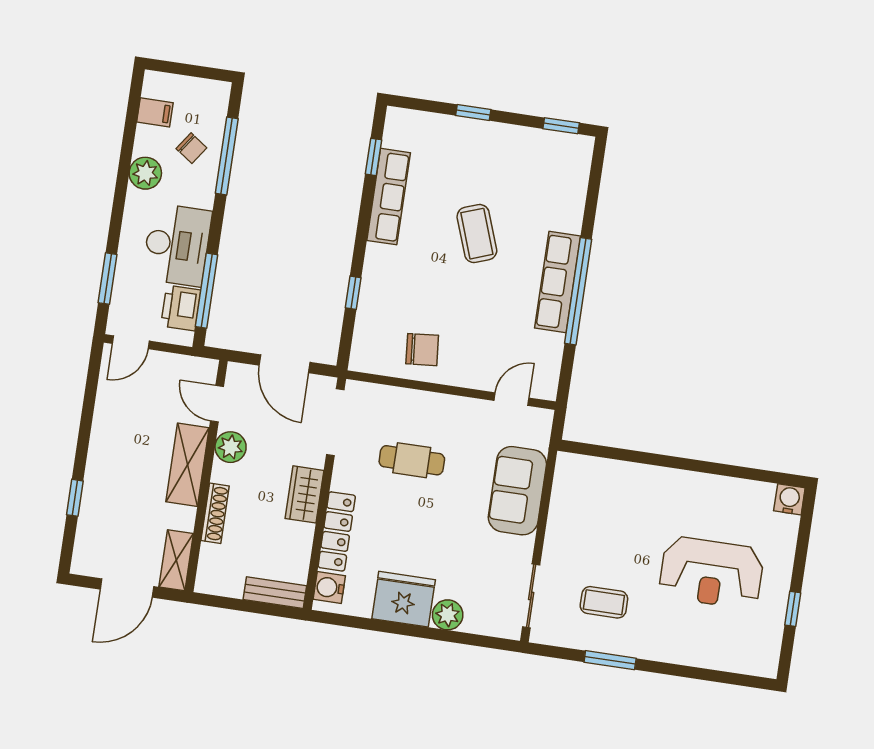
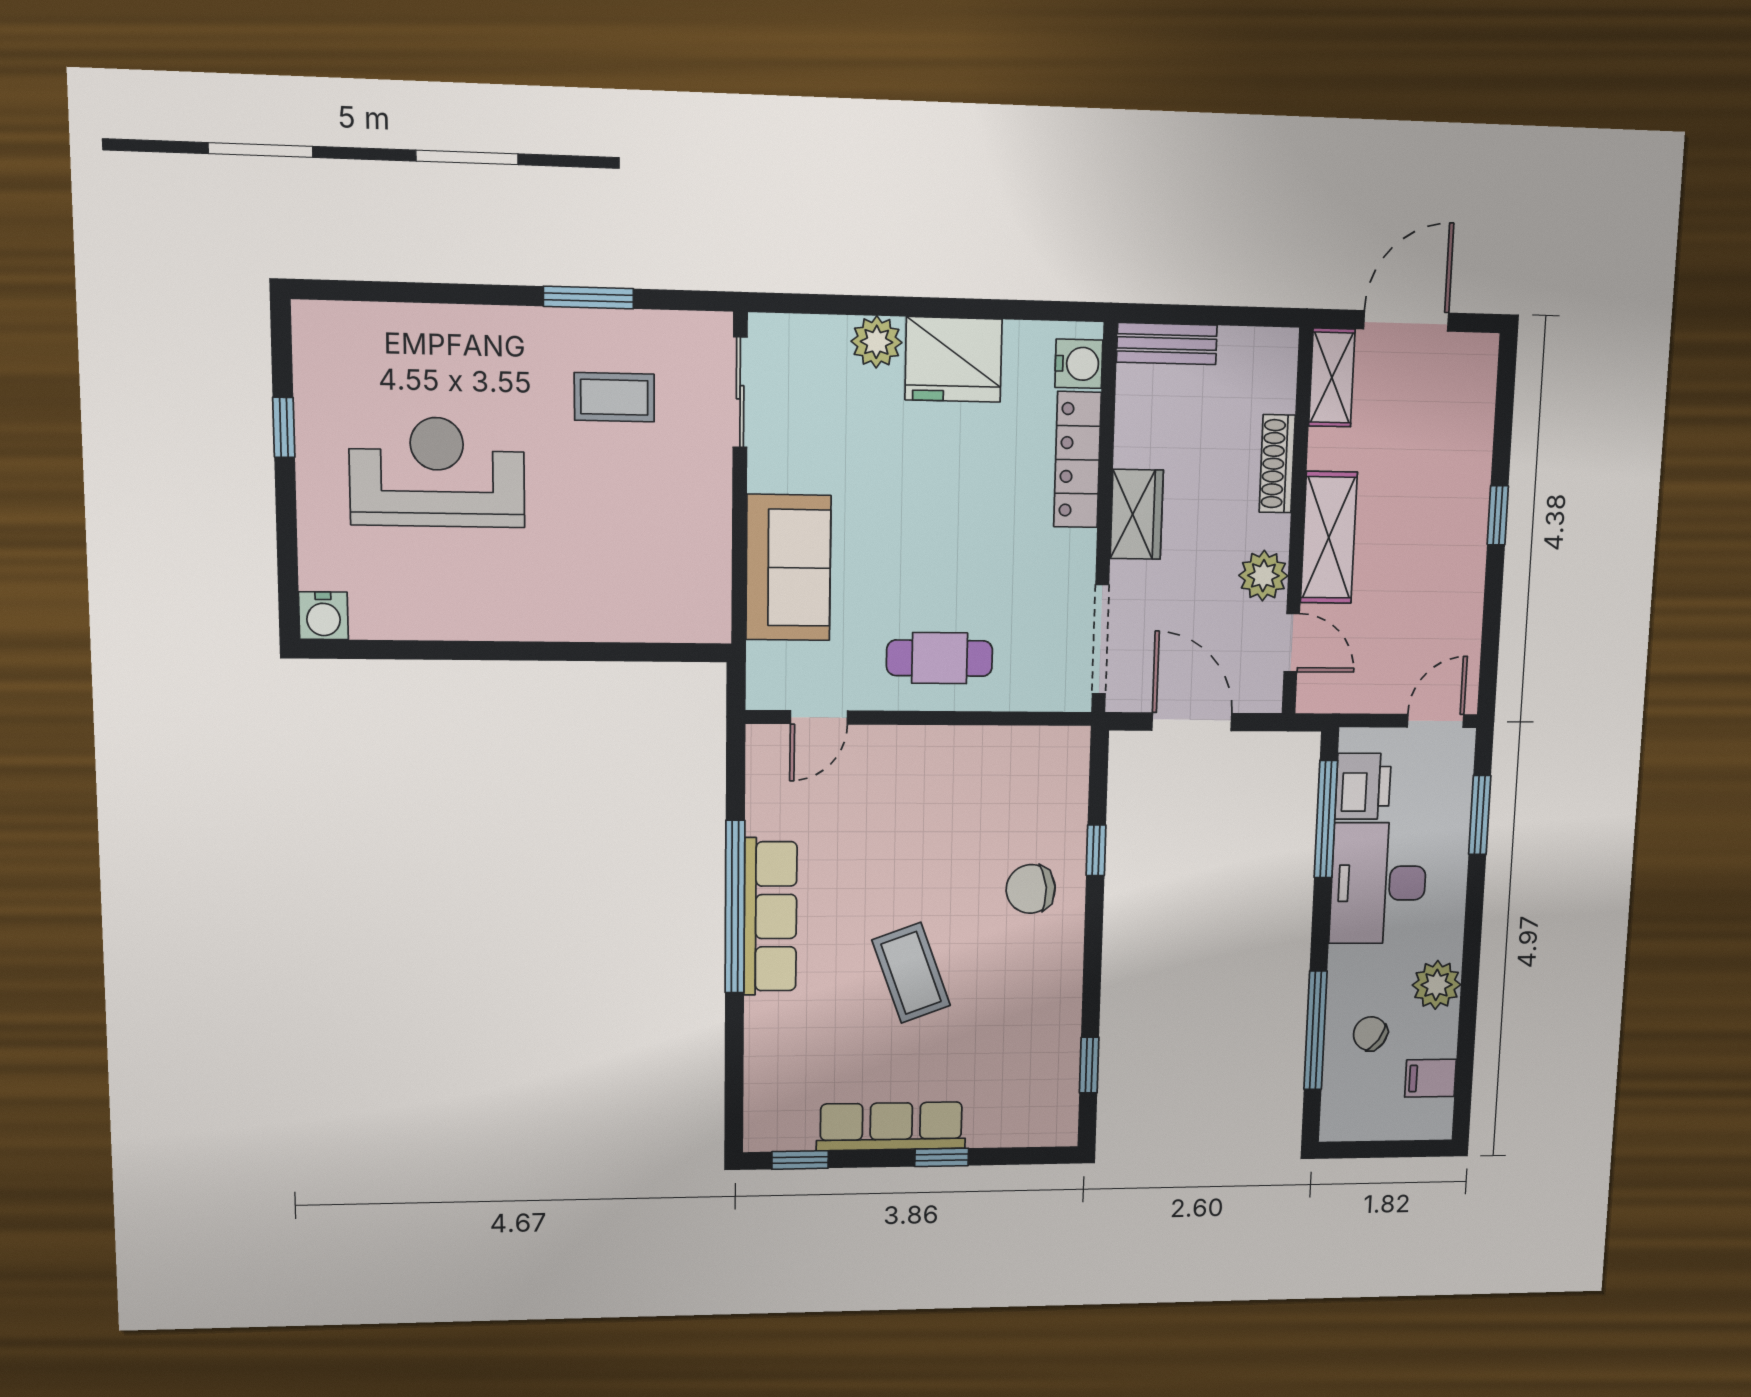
row of seats: (389, 197) -> (891, 1126), moved, turned 90
chair: (422, 350) -> (1031, 889), moved
cafe table: (412, 460) -> (940, 658), moved
window: (75, 498) -> (1498, 515), moved

